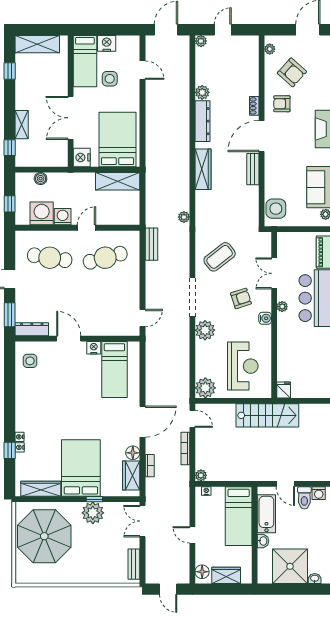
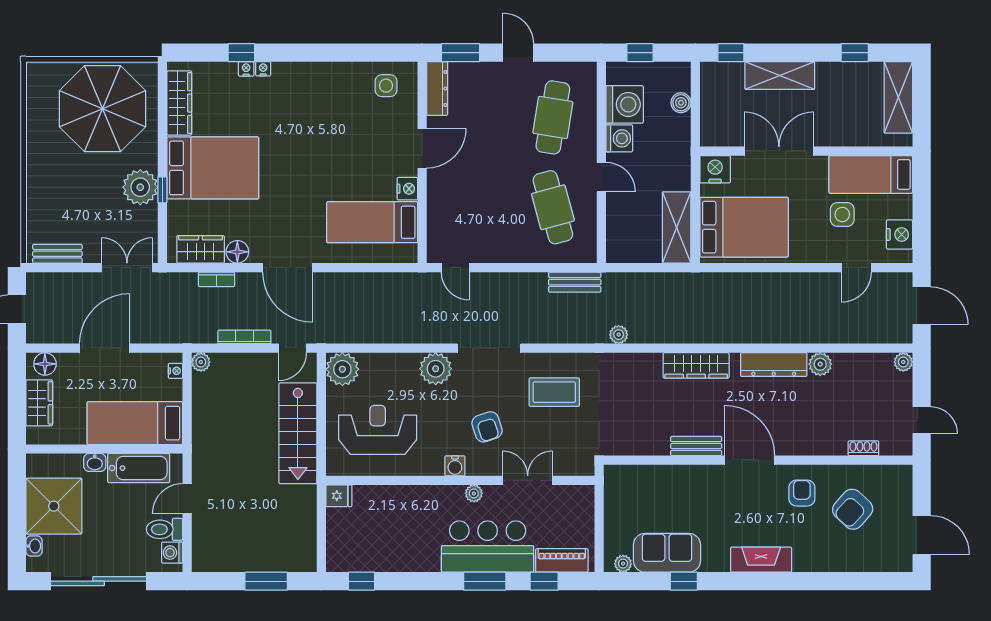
door: (223, 30) -> (922, 420), moved
nightstand: (107, 43) -> (900, 234), moved
plant: (270, 49) -> (890, 473), removed
shoe rack: (254, 106) -> (863, 448), moved
shelving: (22, 125) -> (780, 76), width x1.50, depth x1.33
side table: (276, 209) -> (632, 483), removed
coffee table: (220, 257) -> (554, 392), turned -52
reception desk: (243, 366) -> (378, 430), turned 180
stairs: (267, 415) -> (298, 433), moved
door: (192, 535) -> (105, 348), width x1.87

